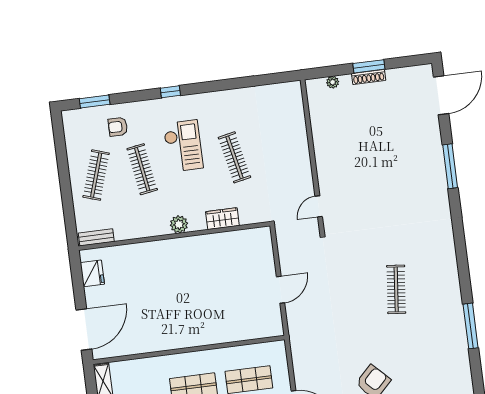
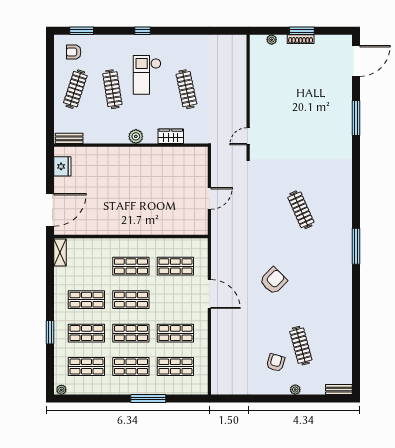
armchair: (118, 127) -> (74, 52), moved
checkout: (183, 146) -> (147, 75), turned 180
clothes rail: (396, 289) -> (301, 210), turned -30

